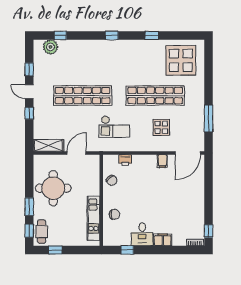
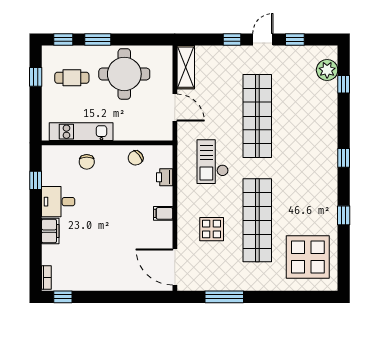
filing cabinet: (162, 161) -> (163, 213), moved
cafe table: (42, 232) -> (72, 78), moved

